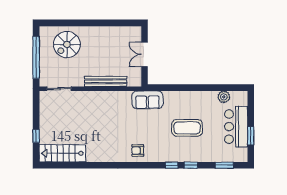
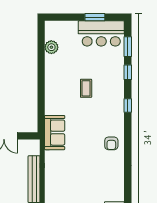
bar counter: (236, 127) -> (101, 33), moved
coffee table: (187, 128) -> (86, 88), width x0.54, depth x0.58
window: (191, 165) -> (128, 72), moved

